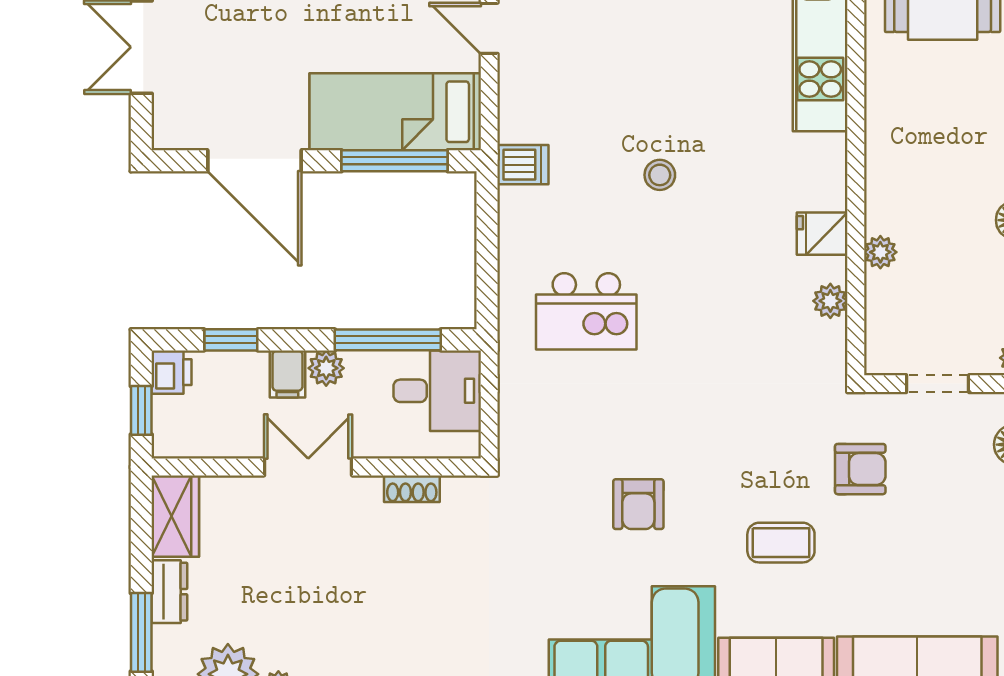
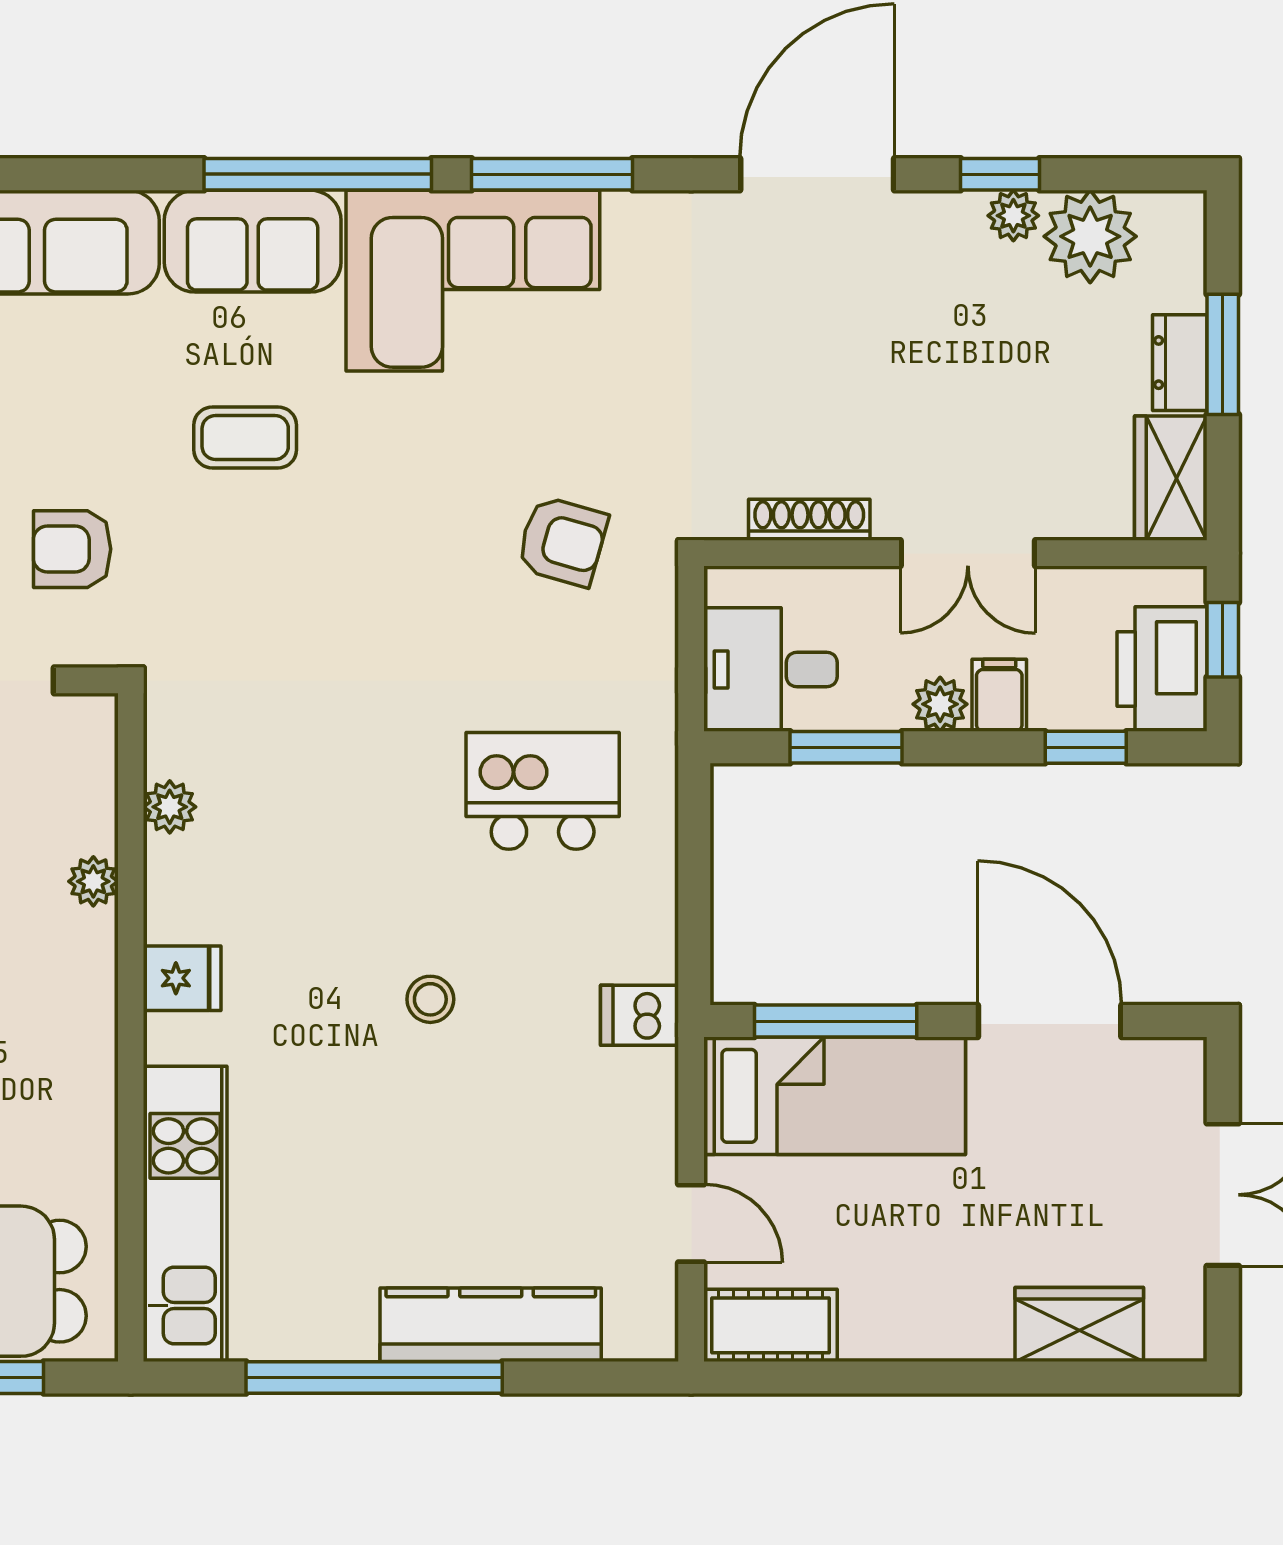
fridge: (822, 234) -> (182, 978), moved
window: (388, 340) -> (846, 747), width x0.69
printer: (171, 372) -> (1162, 669), width x1.87, depth x1.48
armchair: (860, 469) -> (72, 549), moved
shoe rack: (412, 489) -> (809, 520), width x1.43
armchair: (638, 504) -> (562, 541), moved, turned 106
window: (141, 632) -> (1223, 354), moved

